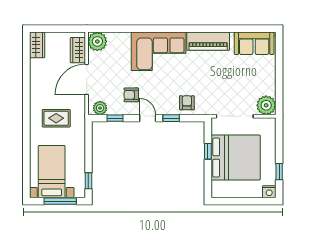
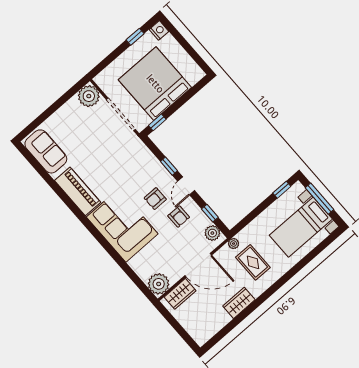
wardrobe: (37, 45) -> (239, 303), moved
armchair: (187, 103) -> (155, 199), moved
plant: (80, 116) -> (234, 244), added
window: (208, 151) -> (157, 122), moved

